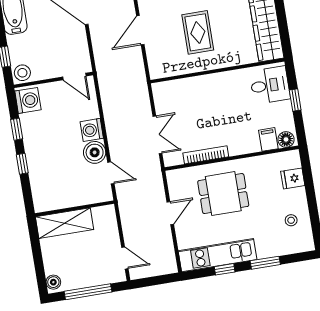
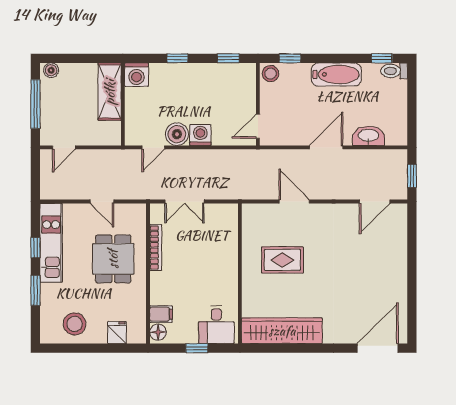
washing machine: (28, 100) -> (136, 75), moved
window: (17, 129) -> (228, 58), moved
stool: (291, 220) -> (75, 324), width x1.89, depth x1.89

